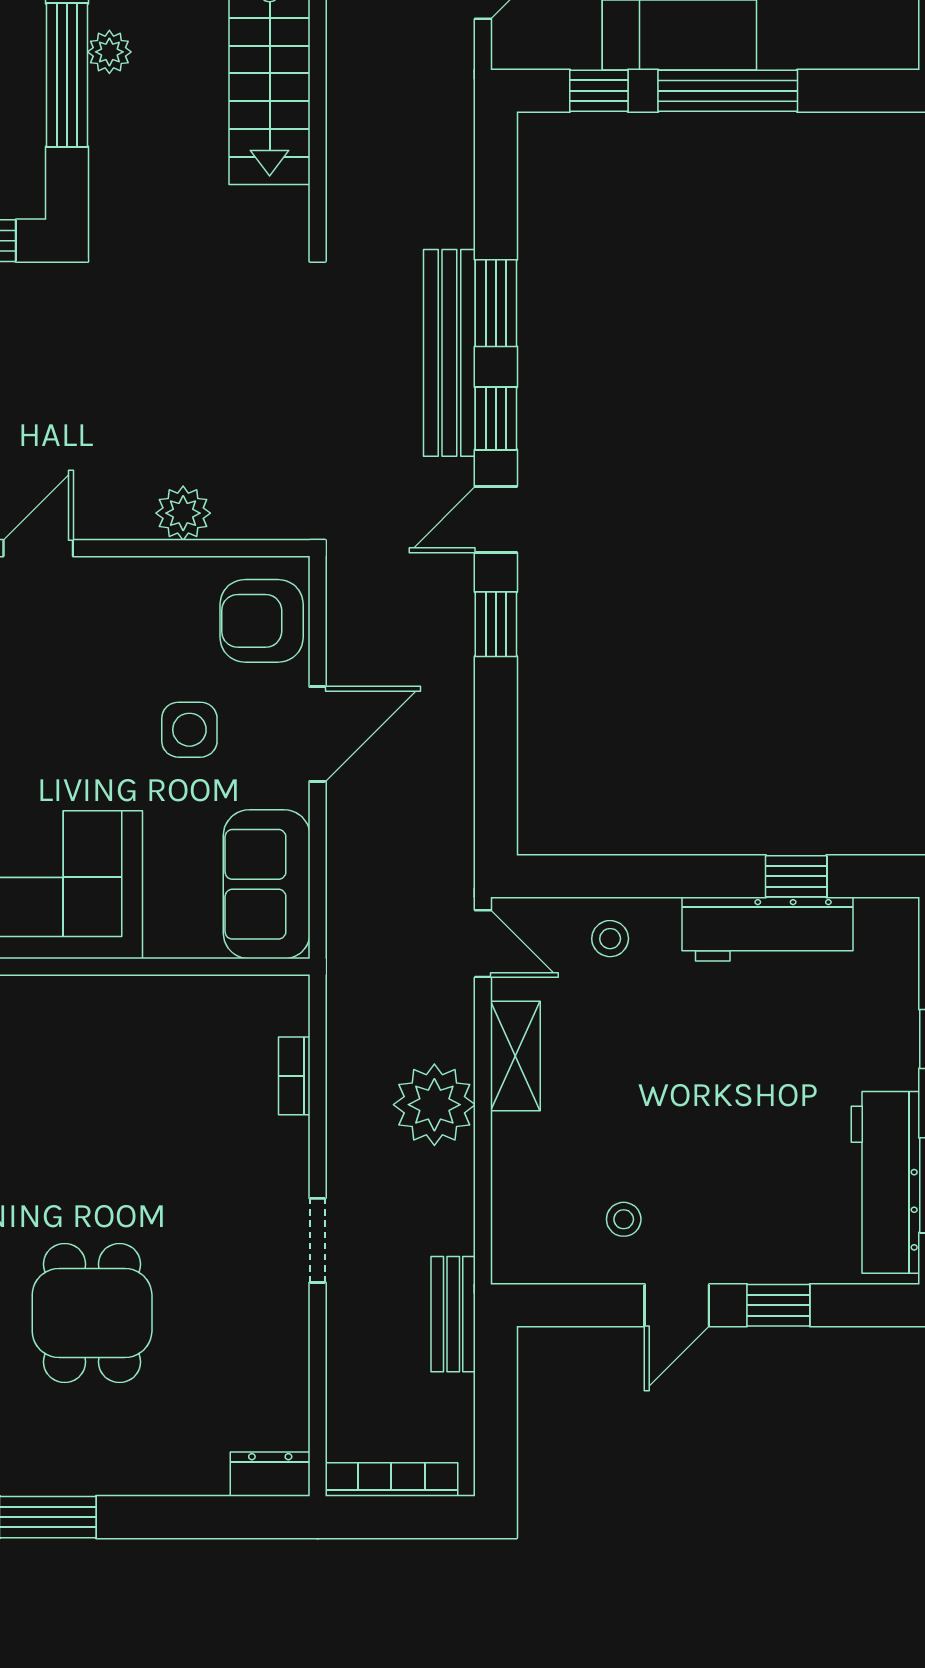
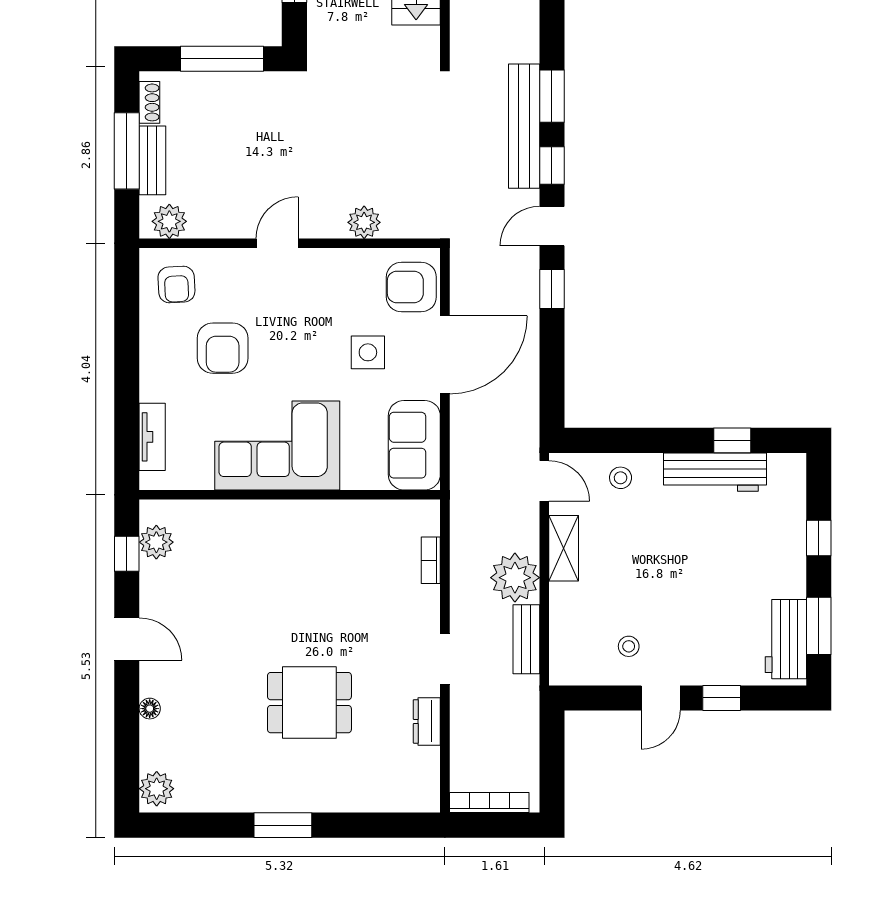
door: (318, 734) -> (445, 355), width x1.36
workbench: (885, 1182) -> (786, 639), width x0.73
dining table: (92, 1313) -> (309, 703), turned 90
bench: (453, 1314) -> (526, 639), moved
dresser: (270, 1474) -> (427, 721), moved, turned -90

